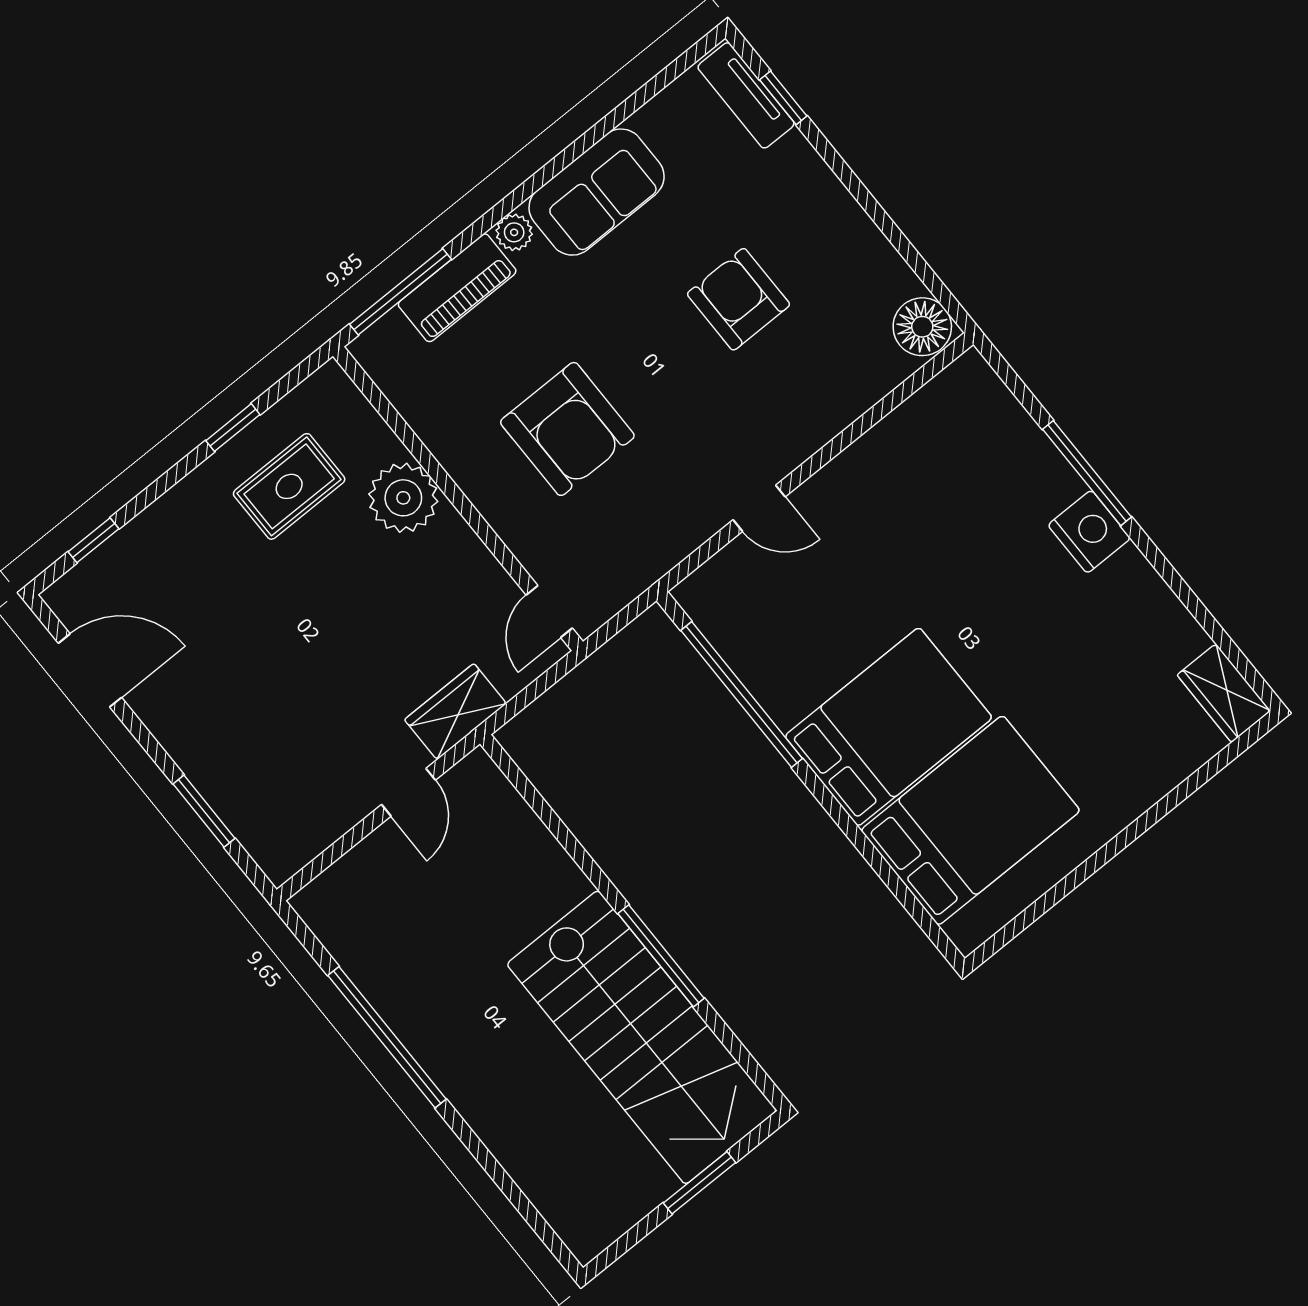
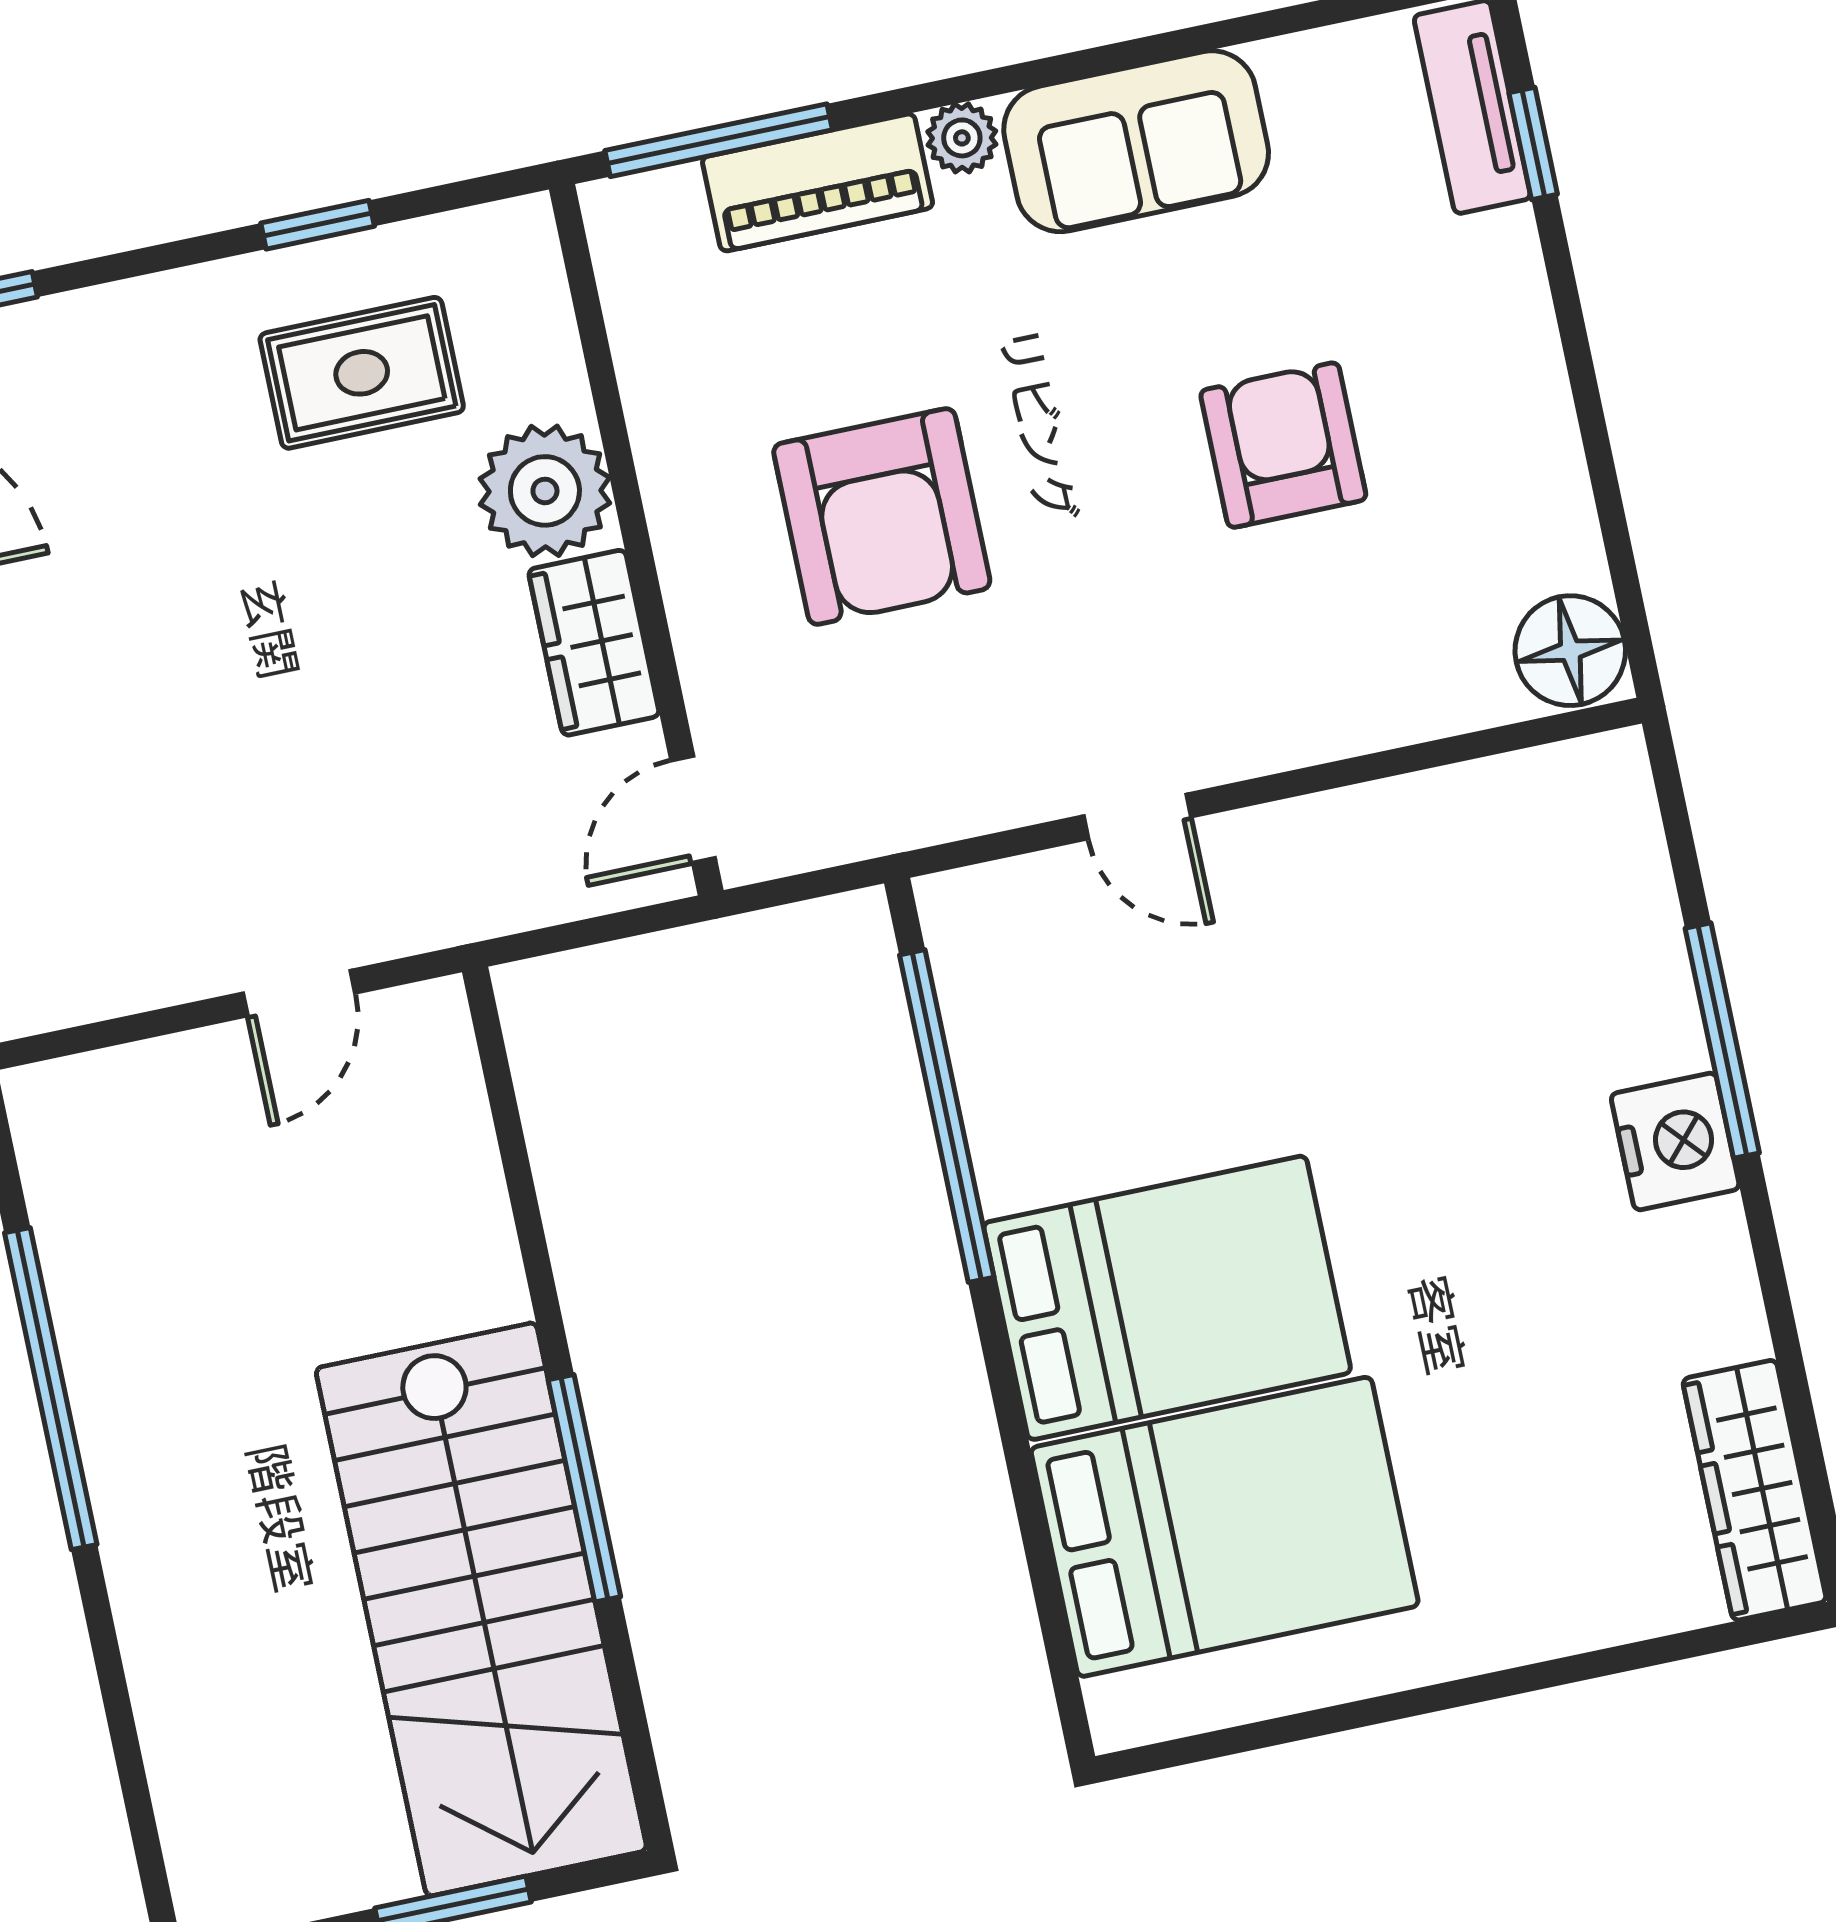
wardrobe: (1224, 693) -> (1755, 1490), width x1.50
wardrobe: (456, 712) -> (594, 643), moved, turned -90

